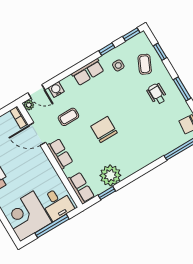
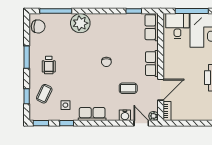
chair: (104, 129) -> (106, 62), width x0.54, depth x0.54
door: (37, 134) -> (161, 90), hinge flipped
plant: (110, 175) -> (80, 23), moved

